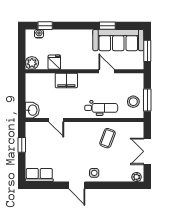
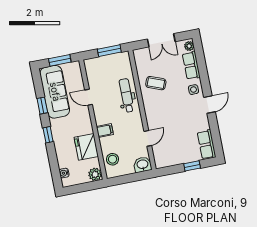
window: (45, 26) -> (48, 135), moved
fridge: (54, 62) -> (86, 147), width x1.88, depth x1.34
door: (107, 71) -> (89, 97), hinge flipped
filing cabinet: (66, 80) -> (105, 131), width x0.50
stool: (133, 102) -> (113, 159), moved
window: (22, 145) -> (192, 166), moved
row of seats: (118, 175) -> (191, 65), added

